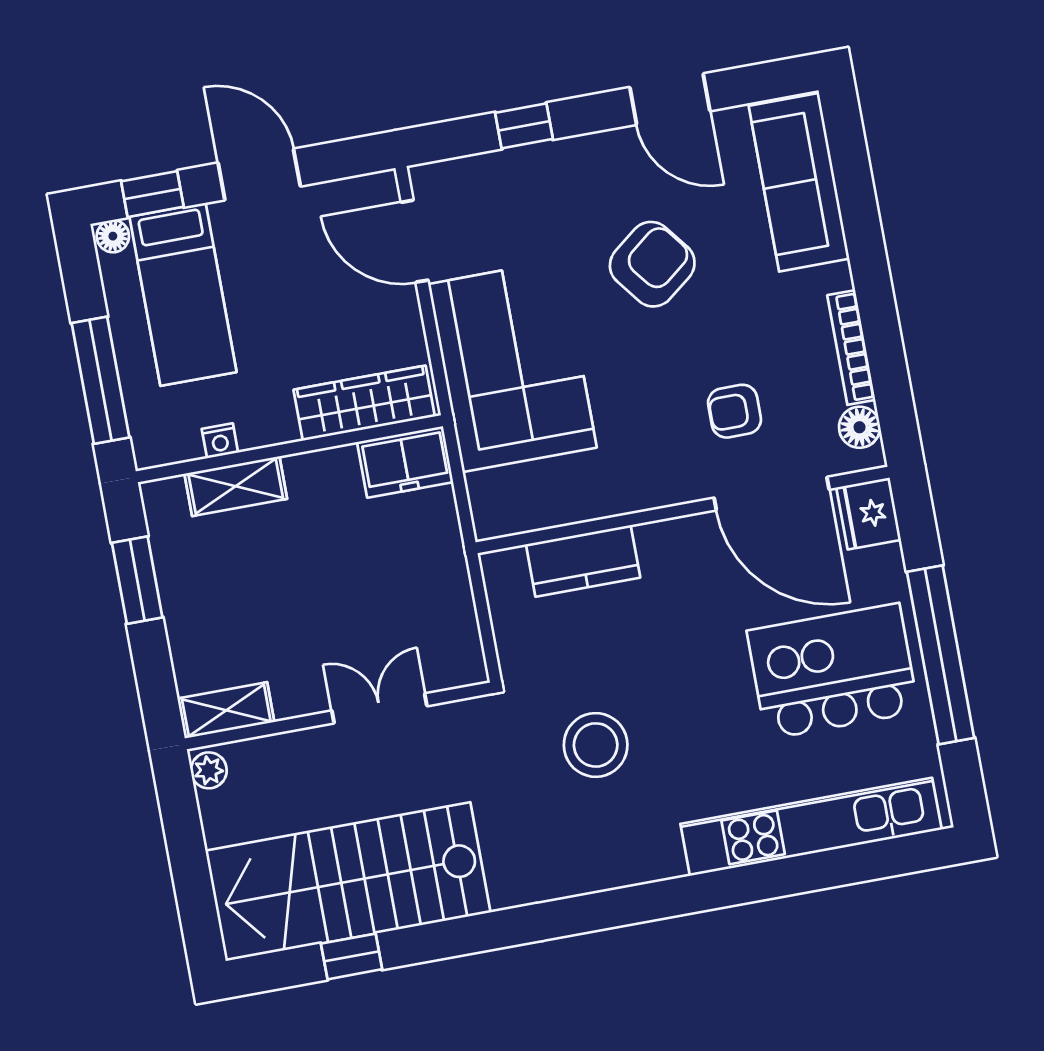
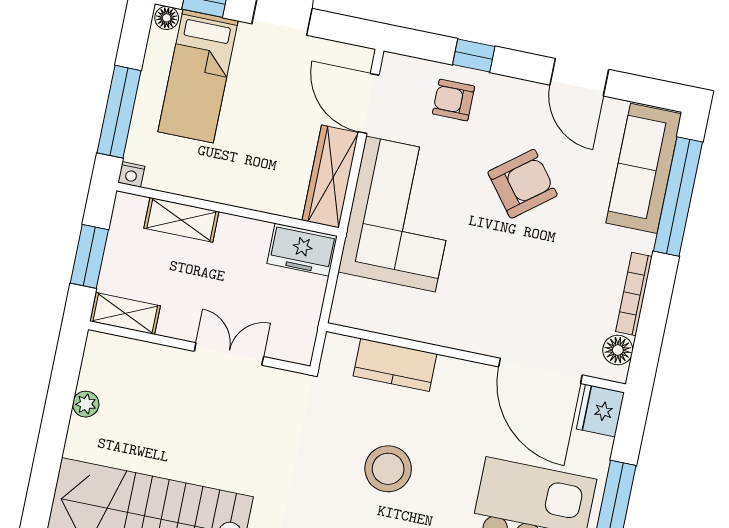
window: (857, 200) -> (678, 197), added
wardrobe: (364, 403) -> (330, 176), moved, turned -90
armchair: (734, 411) -> (454, 100), moved
nightstand: (220, 441) -> (131, 174), moved
double door: (379, 708) -> (229, 354), moved
shelving: (226, 710) -> (125, 314), moved
wall: (338, 716) -> (199, 348), moved
stool: (596, 745) -> (388, 469), moved

